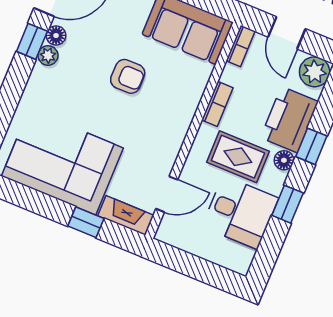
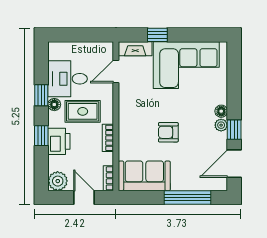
floor lamp: (56, 35) -> (221, 111), moved
printer: (289, 120) -> (59, 141), width x0.73, depth x0.84
floor lamp: (284, 160) -> (54, 105), moved

